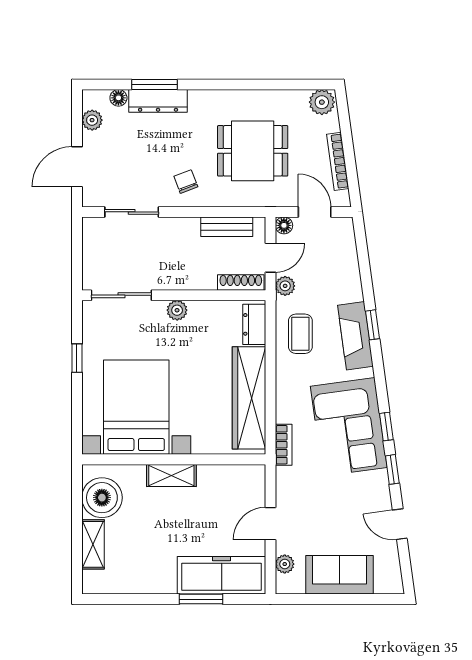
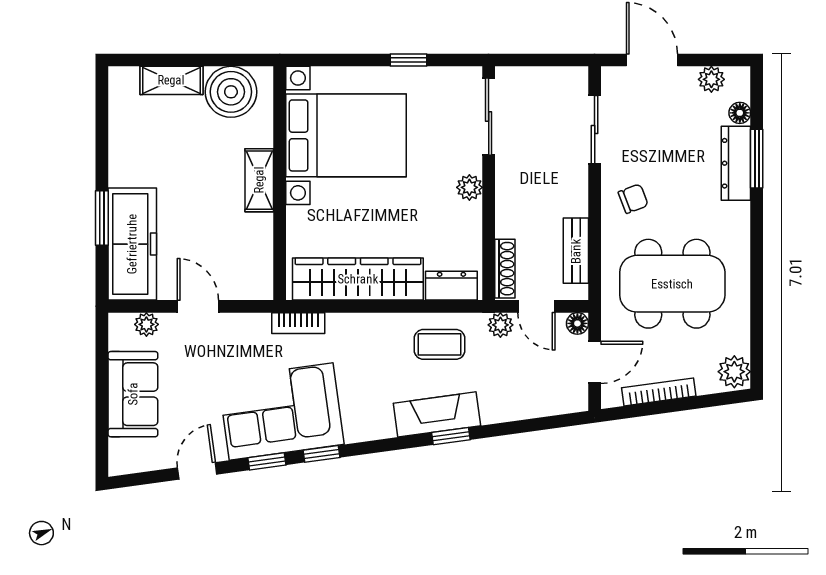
dining table: (253, 151) -> (672, 284), width x1.38
corner sofa: (349, 427) -> (281, 411), moved

